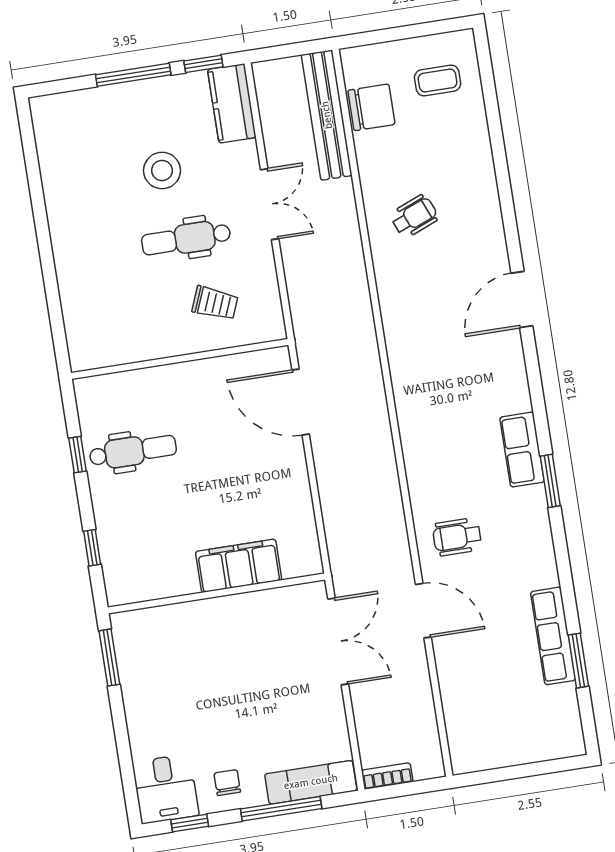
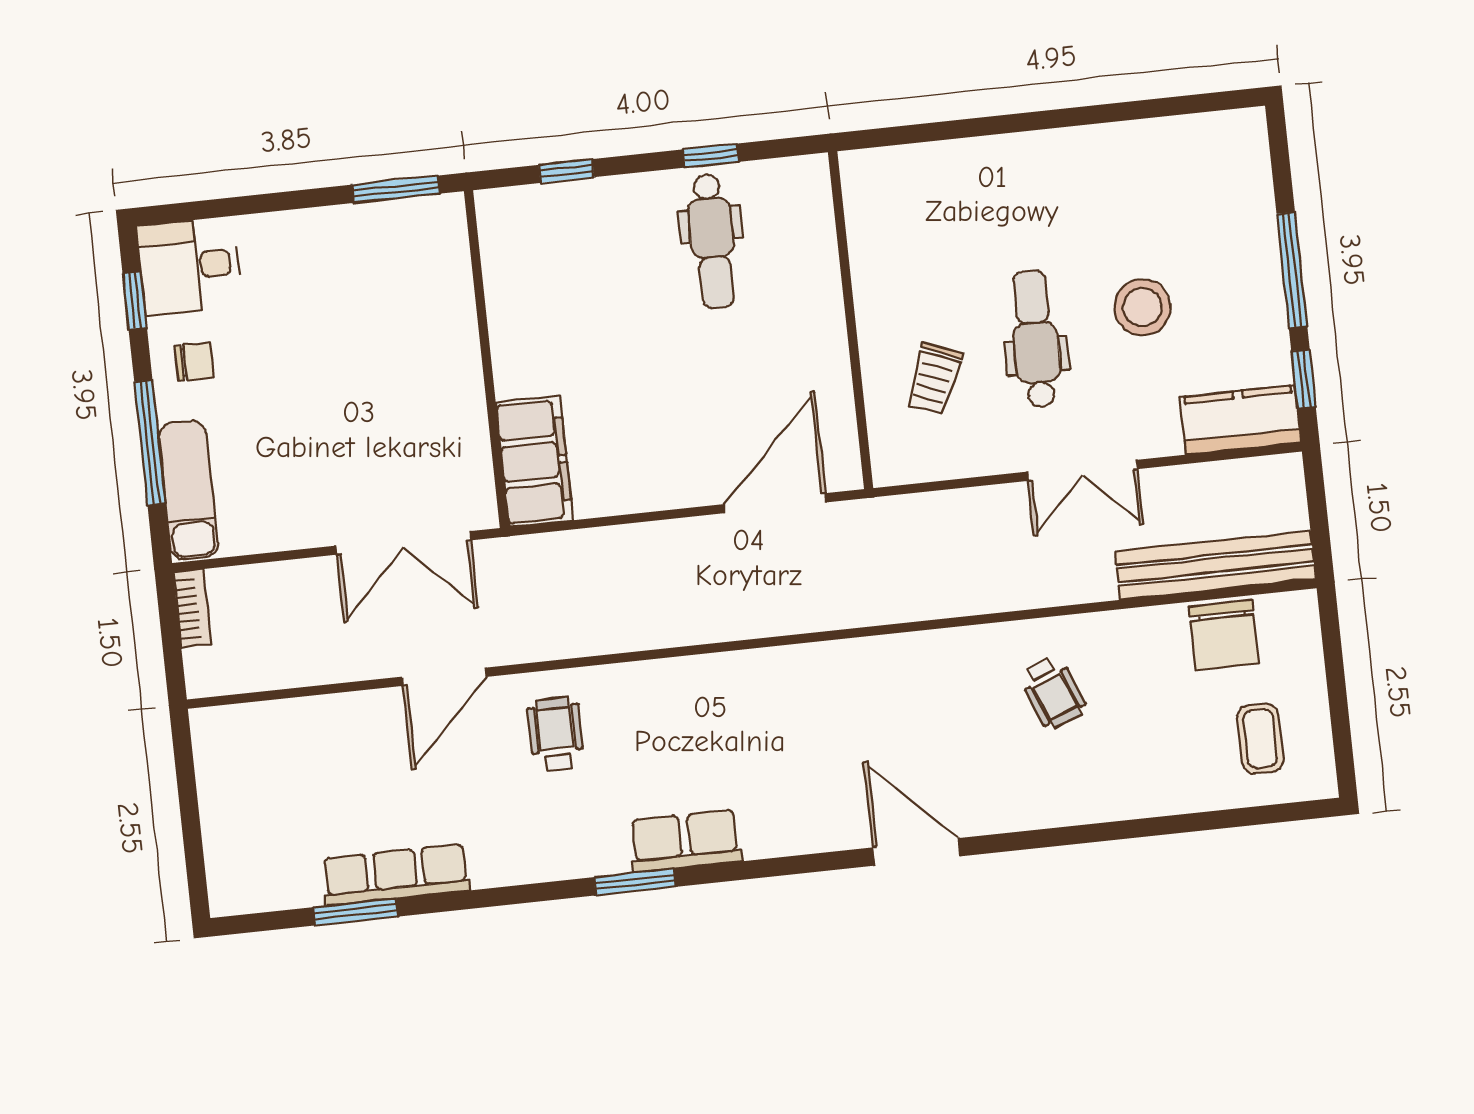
filing cabinet: (239, 566) -> (535, 462), moved

